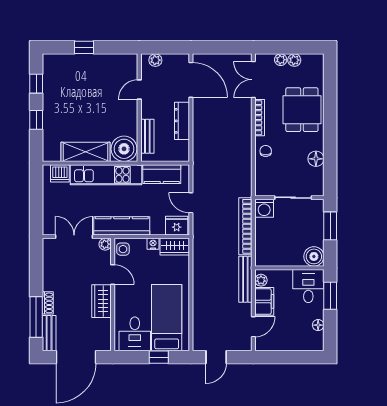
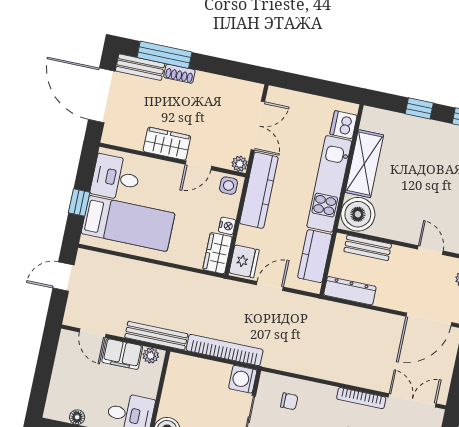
dresser: (182, 121) -> (350, 291), moved
chair: (266, 151) -> (289, 401), moved
door: (216, 357) -> (64, 277), hinge flipped

